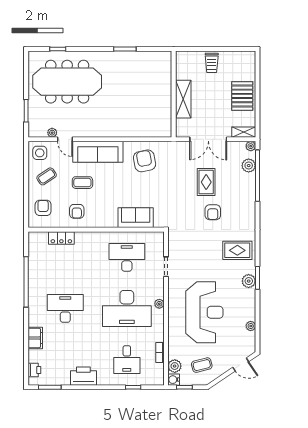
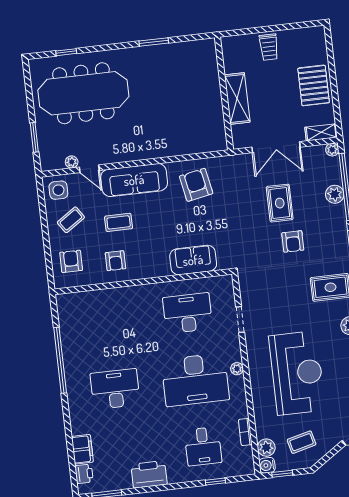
plant: (249, 166) -> (335, 194), moved
locker: (61, 238) -> (99, 298), removed
filing cabinet: (35, 338) -> (82, 449), moved

